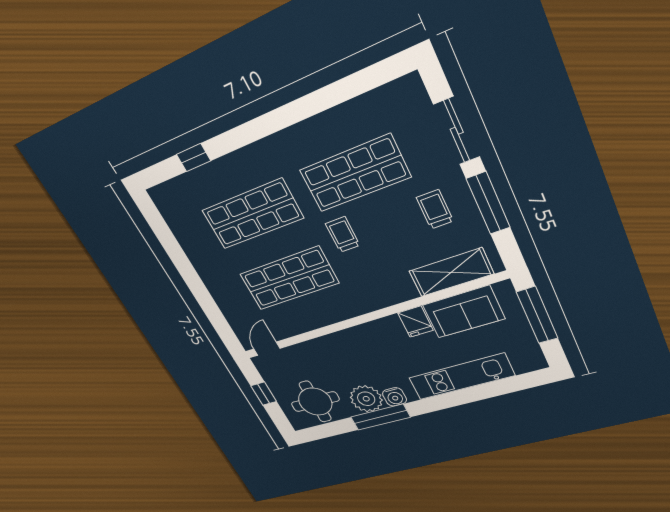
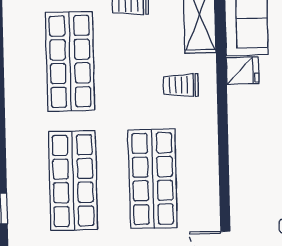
trolley: (343, 235) -> (181, 85), moved

